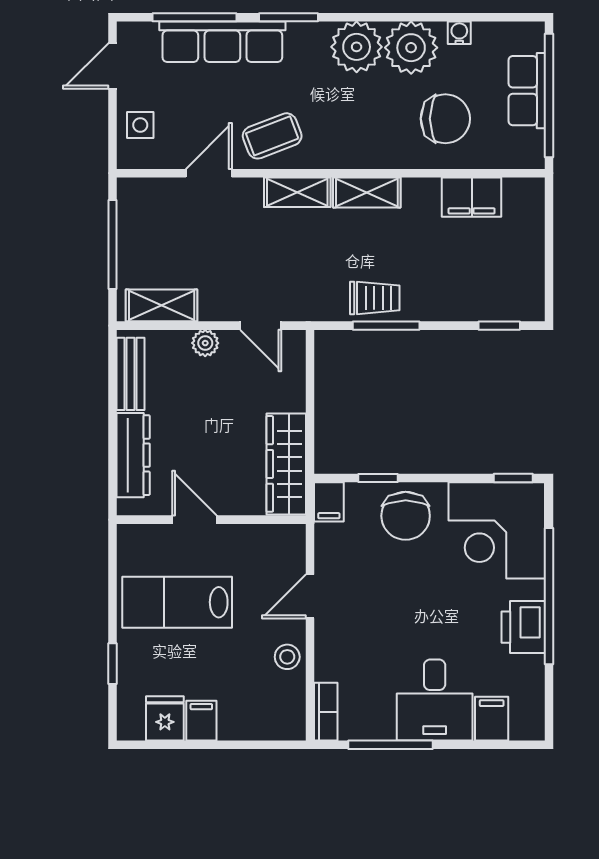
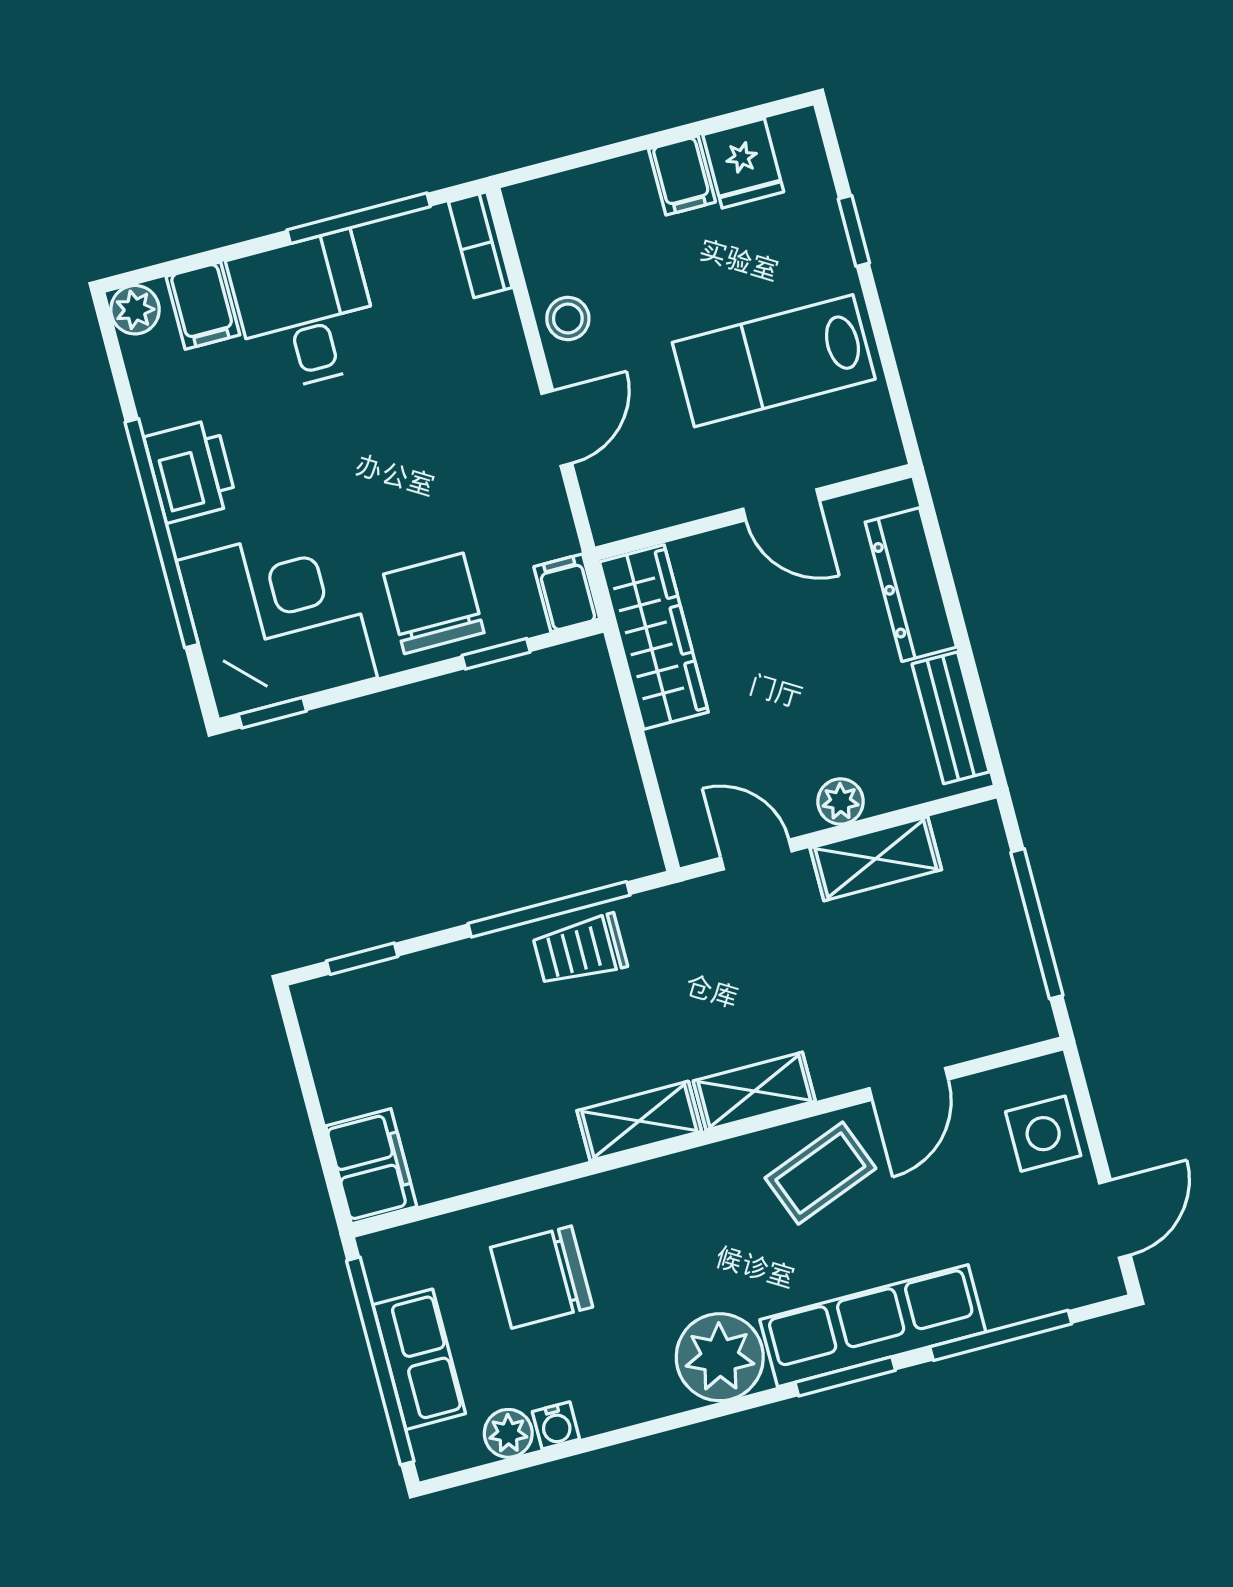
row of seats: (222, 42) -> (873, 1326), moved
plant: (411, 48) -> (508, 1433), moved, width x0.53, depth x0.53
side table: (140, 125) -> (1043, 1134), width x1.37, depth x1.37
filing cabinet: (472, 197) -> (371, 1166), moved, turned 90
shelving: (162, 305) -> (876, 859), moved
window: (386, 326) -> (549, 909), width x1.44
lab bench: (177, 602) -> (774, 361), turned 180
plant: (531, 727) -> (135, 310), added

